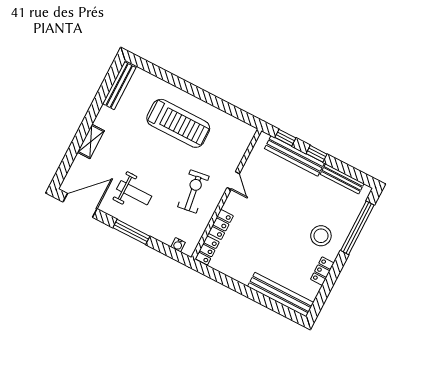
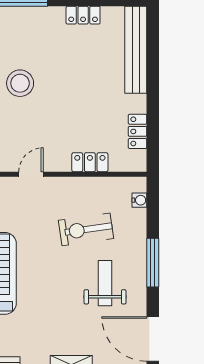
exercise bike: (193, 192) -> (86, 229), moved
stool: (321, 236) -> (20, 83), moved
locker: (207, 250) -> (138, 131), moved, turned -90

